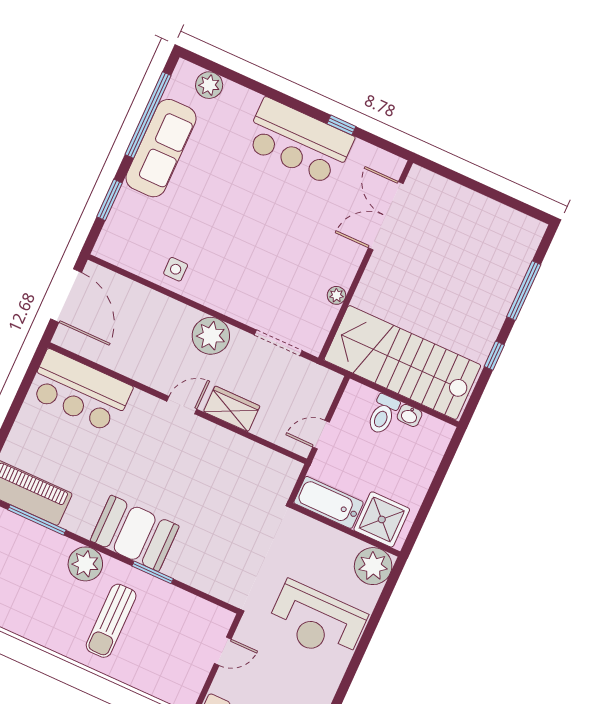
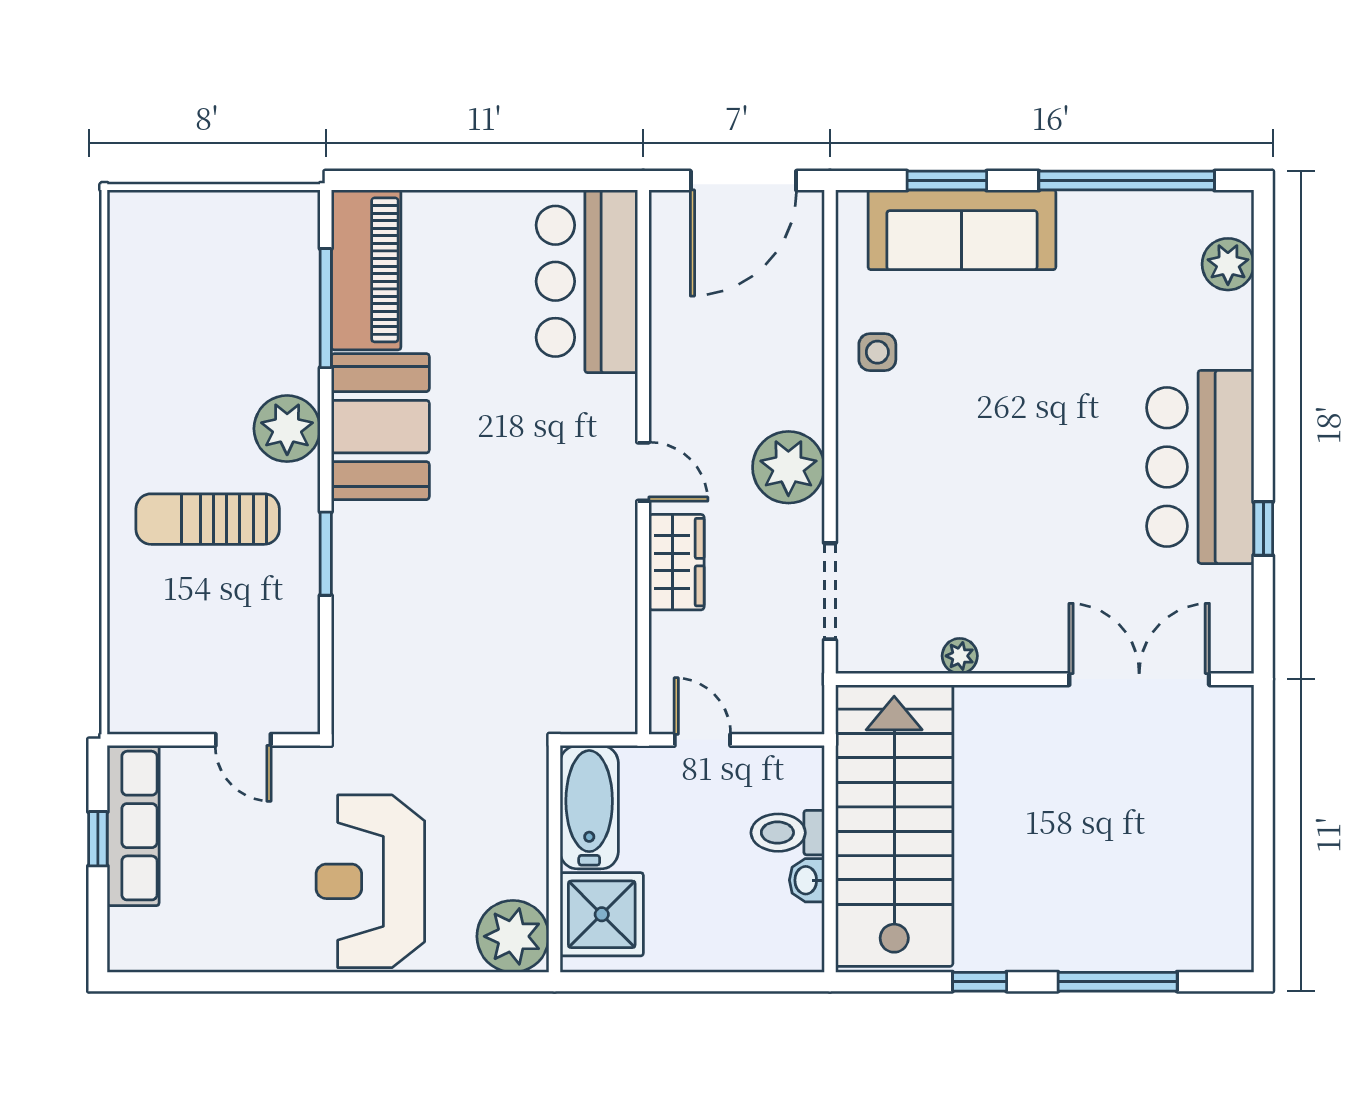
sofa: (161, 148) -> (962, 230), moved
booth: (135, 533) -> (380, 427), moved

